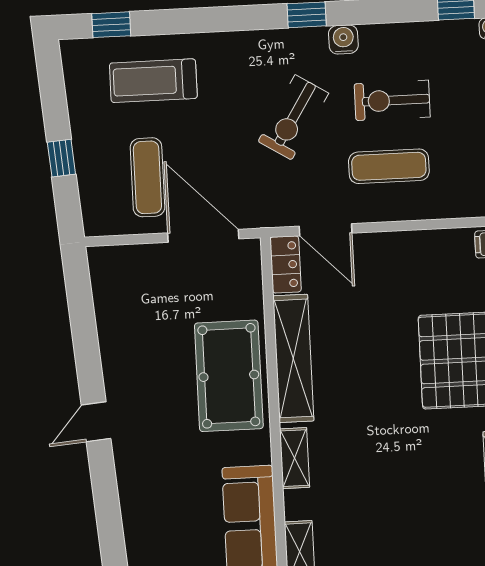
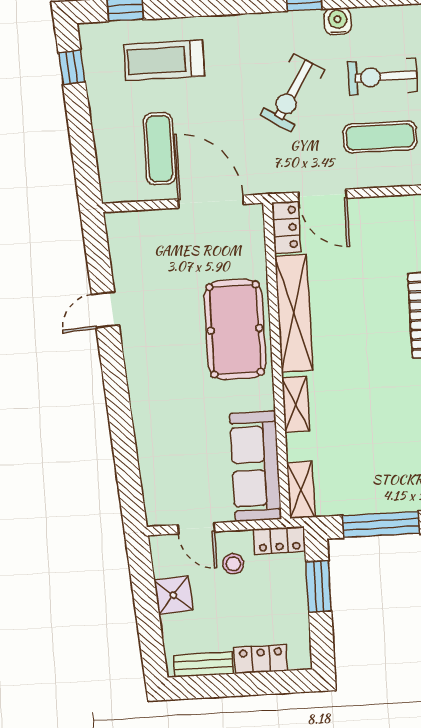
window: (61, 158) -> (72, 67), moved
door: (96, 422) -> (105, 310), moved

